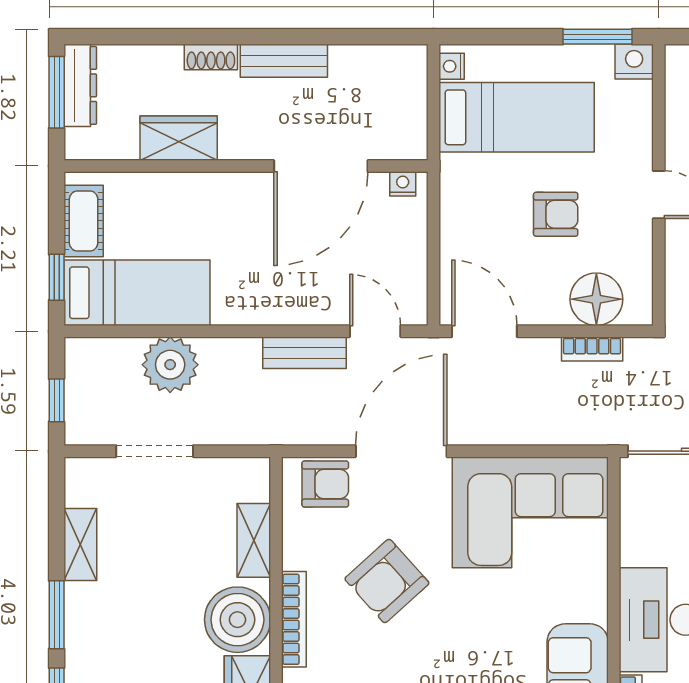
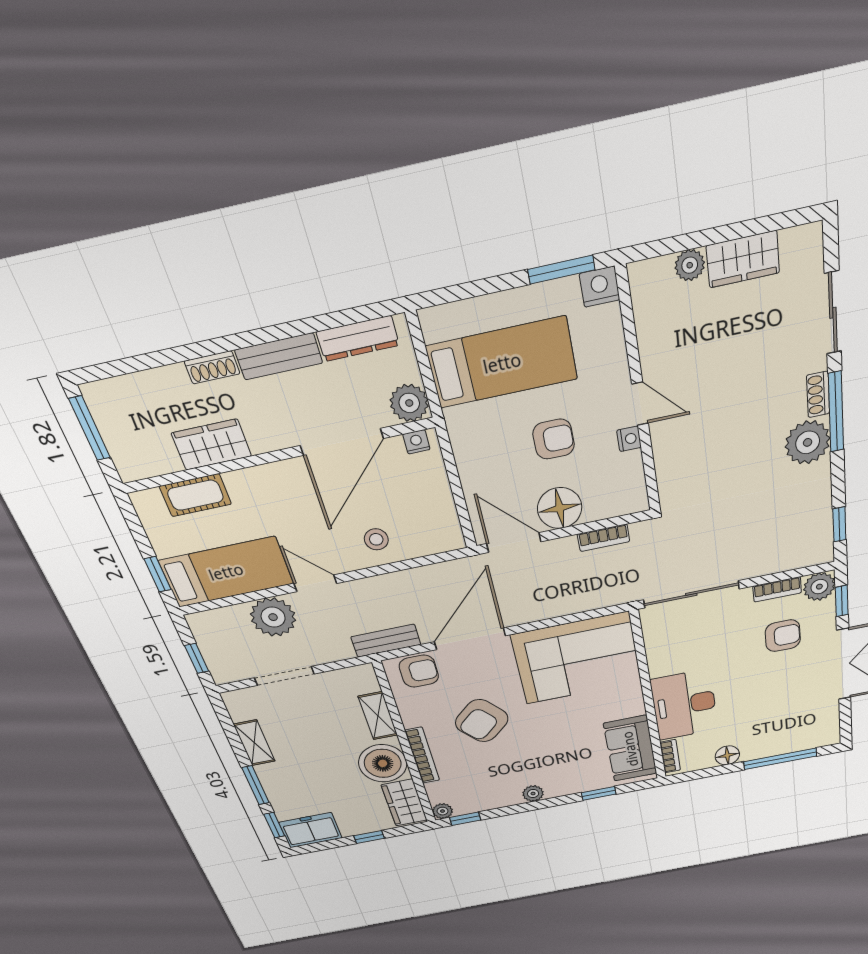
nightstand: (452, 66) -> (629, 439), moved, turned 180
dresser: (80, 85) -> (358, 339), moved, turned 90
plant: (407, 139) -> (409, 403), added
cot: (84, 221) -> (195, 495), moved, turned 90
stool: (325, 291) -> (376, 539), added
floor lamp: (596, 299) -> (560, 508), moved
door: (375, 331) -> (315, 583), moved
bench: (304, 353) -> (386, 641), moved

